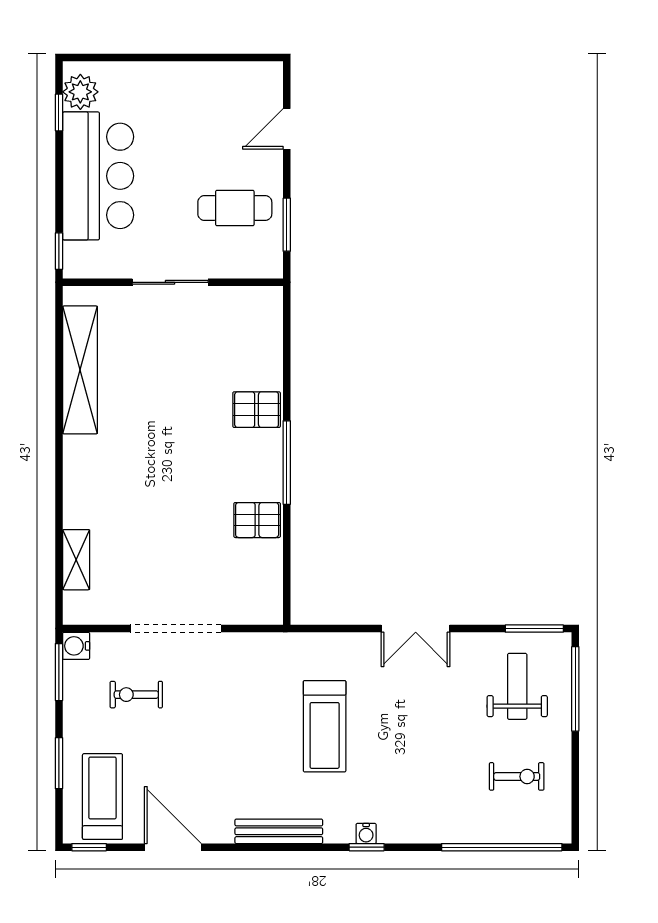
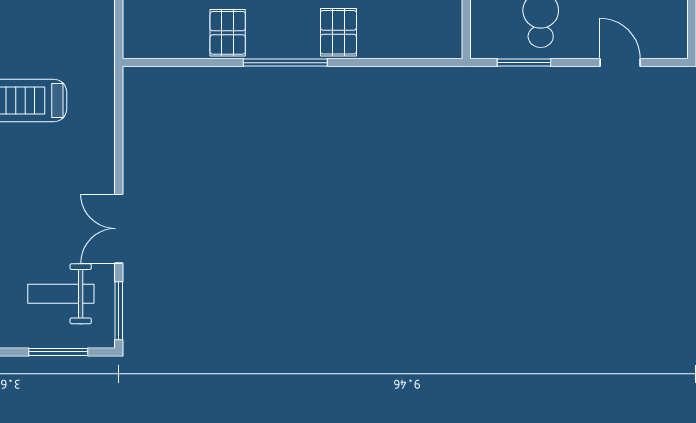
double door: (416, 629) -> (119, 229), moved
weight bench: (517, 686) -> (61, 294), turned 180
window: (575, 689) -> (58, 352), width x0.69

